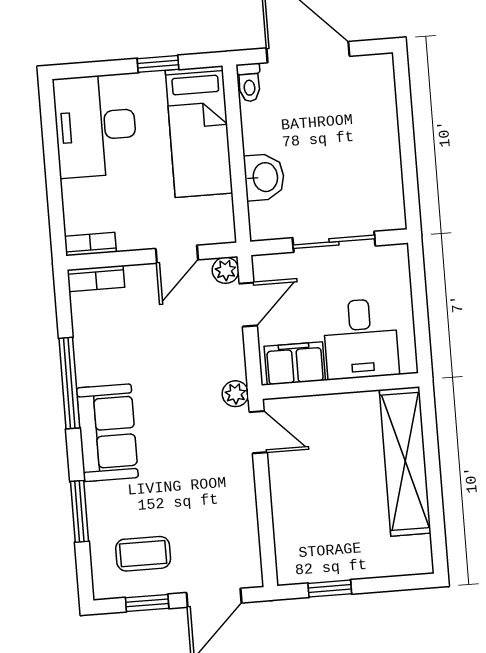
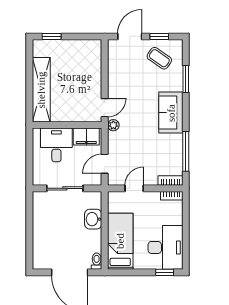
window: (158, 64) -> (165, 272), moved
plant: (226, 270) -> (113, 180), removed
window: (69, 383) -> (186, 151), moved
door: (258, 432) -> (105, 108), swing flipped
coffee table: (143, 554) -> (159, 58), turned 35
window: (330, 589) -> (52, 36), moved

